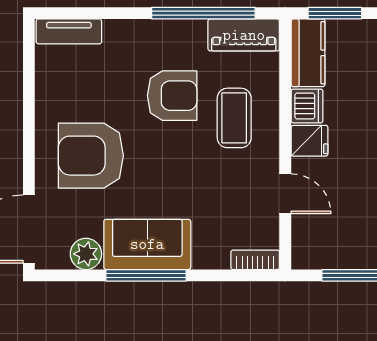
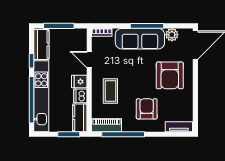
armchair: (172, 96) -> (147, 109), moved, turned 90
armchair: (91, 156) -> (170, 75), turned 90
sofa: (147, 244) -> (140, 39), width x1.36

